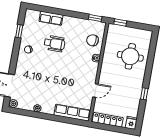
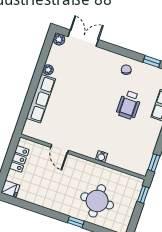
chair: (93, 40) -> (125, 155), removed
window: (144, 94) -> (76, 222), moved
row of seats: (72, 113) -> (41, 99), moved
locker: (108, 120) -> (19, 159), width x0.66

